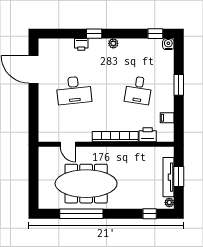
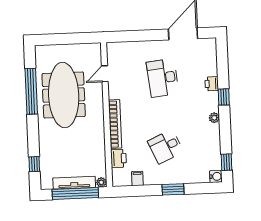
desk: (138, 90) -> (166, 147), turned -33
window: (179, 177) -> (75, 193), width x2.11
plant: (169, 203) -> (101, 182), moved

